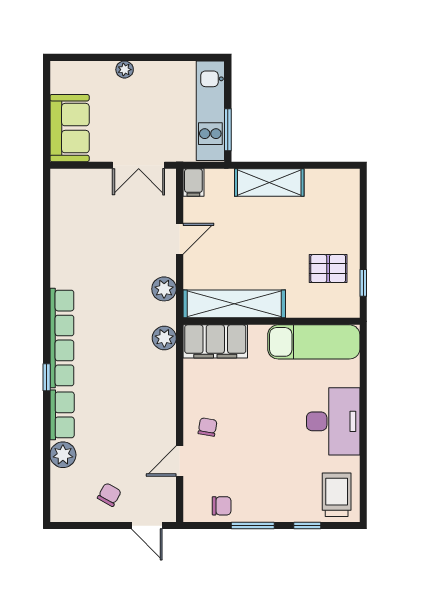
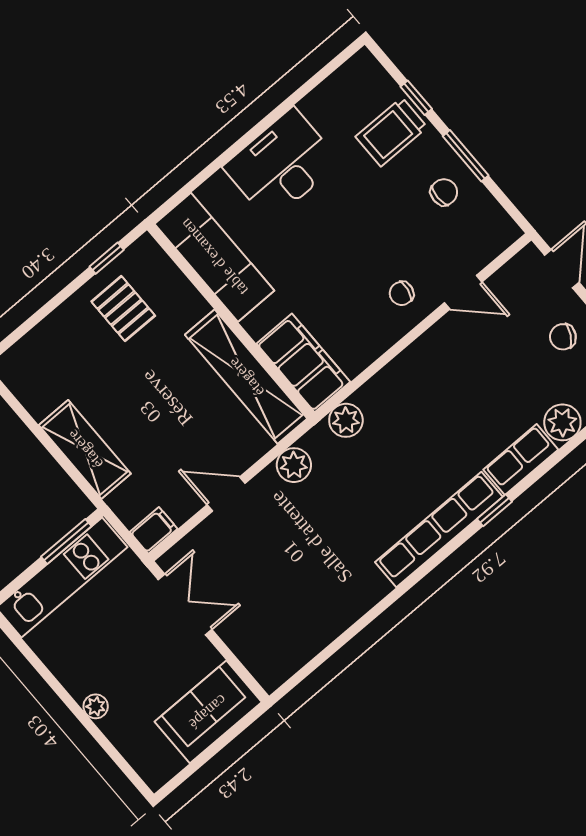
trolley: (337, 495) -> (391, 132), moved
chair: (222, 506) -> (444, 192), moved, turned 90

